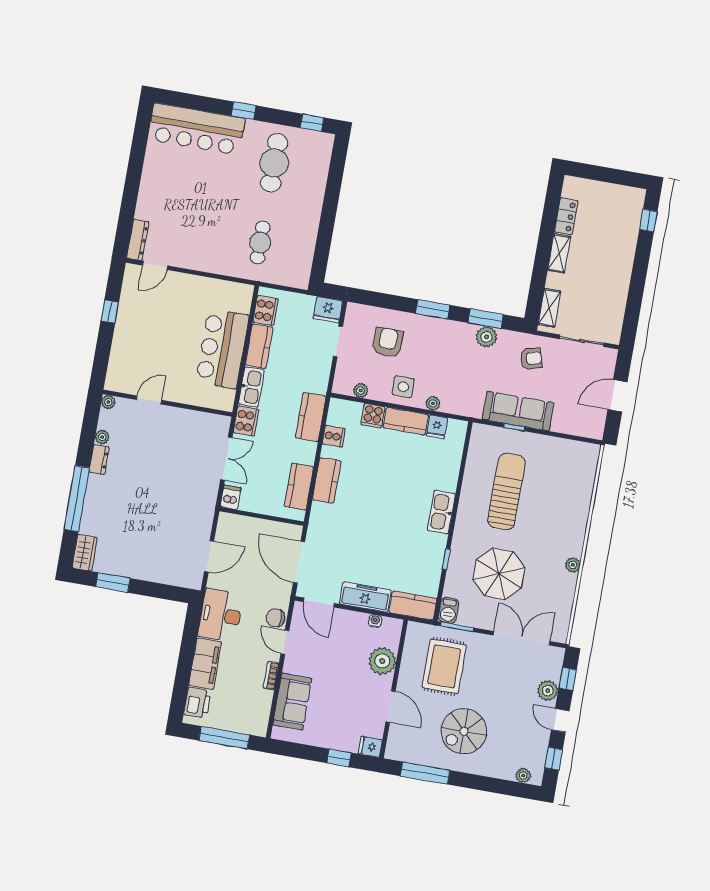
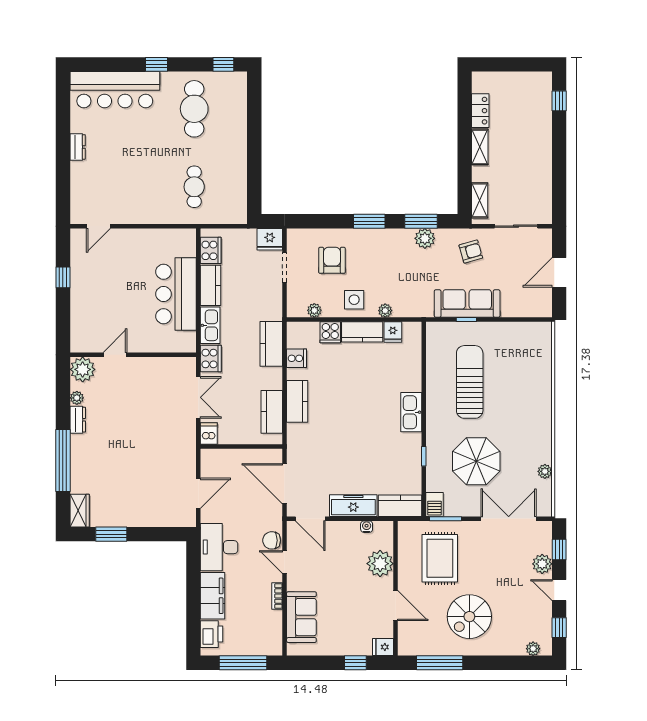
dresser: (138, 240) -> (78, 147), moved, width x0.70
plant: (108, 402) -> (83, 369), width x1.88, depth x1.88
plant: (573, 565) -> (545, 471), moved

